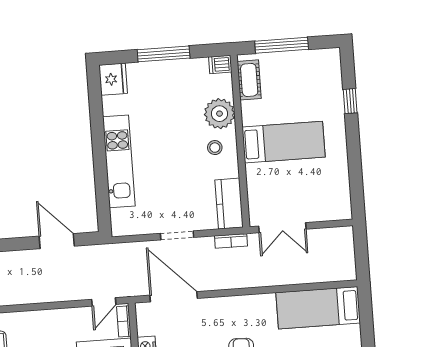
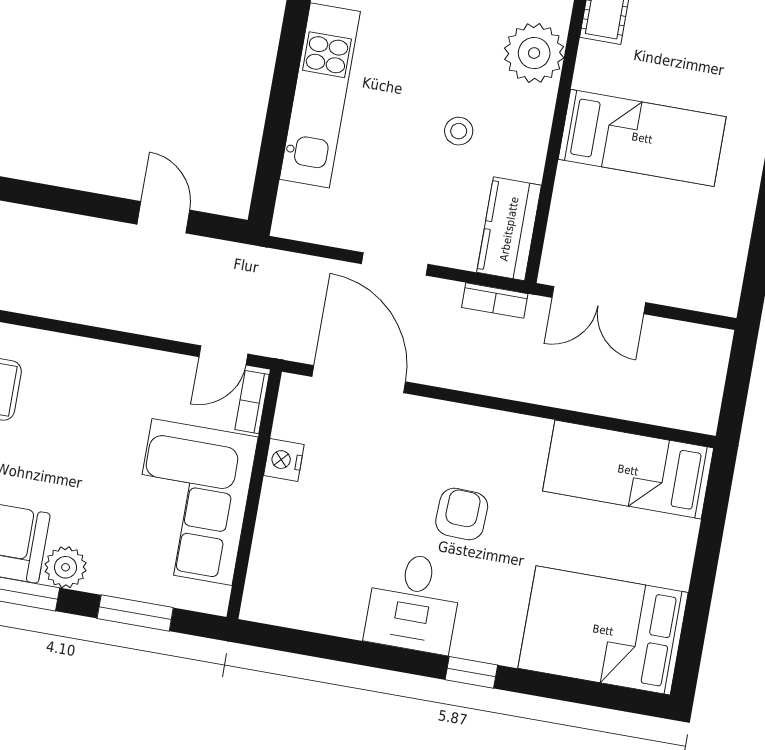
stool: (215, 148) -> (459, 131), moved
door: (57, 241) -> (163, 217), width x0.73

